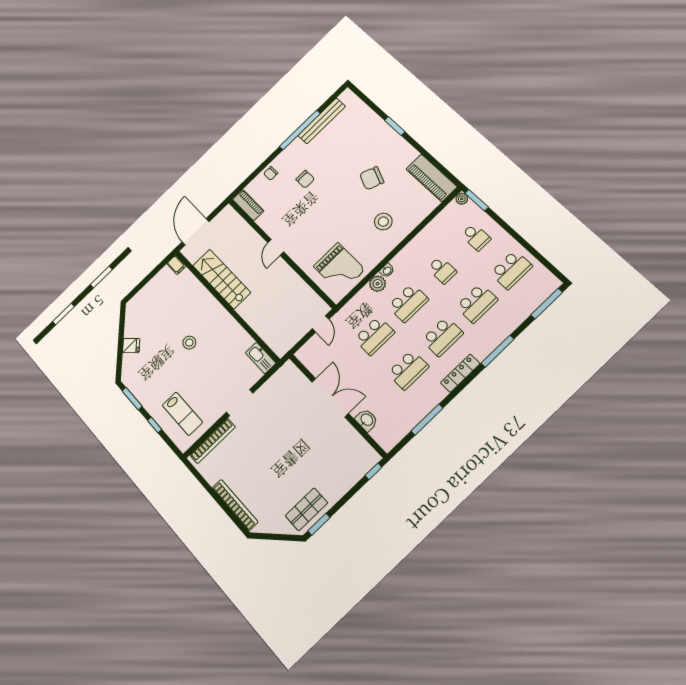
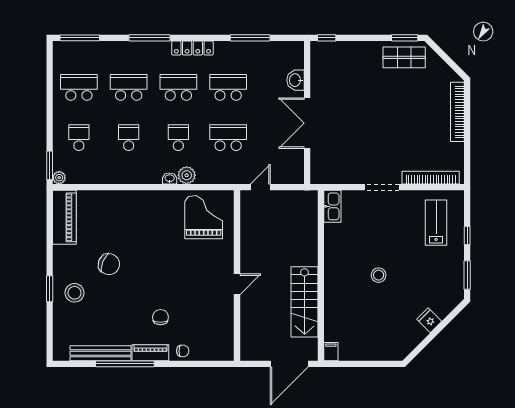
piano: (248, 205) -> (150, 353), moved, turned 90
stool: (383, 222) -> (74, 293), moved
school desk: (408, 303) -> (178, 138), width x0.54

